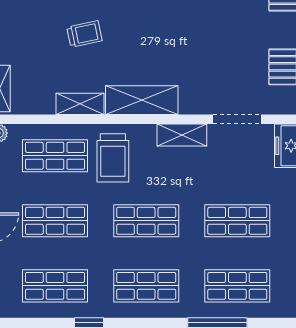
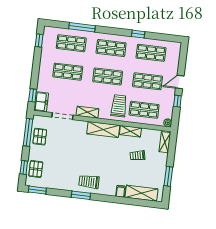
trolley: (84, 34) -> (138, 156), moved

